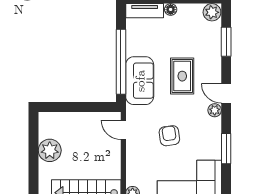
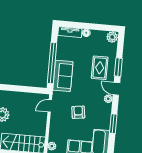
window: (226, 42) -> (118, 67), moved
rug: (182, 76) -> (100, 68), moved
door: (123, 130) -> (50, 106), hinge flipped

